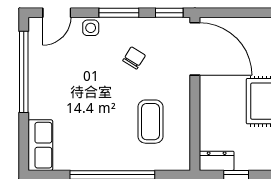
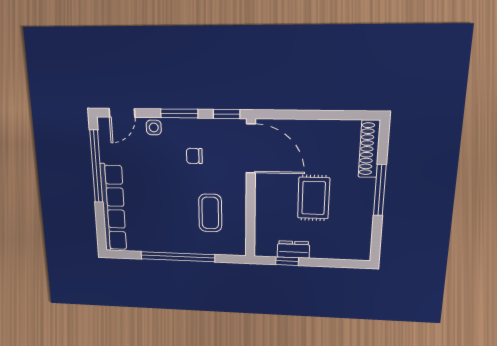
chair: (134, 58) -> (194, 156), turned -122
row of seats: (40, 145) -> (113, 208), width x2.02
dresser: (217, 161) -> (293, 250), moved

